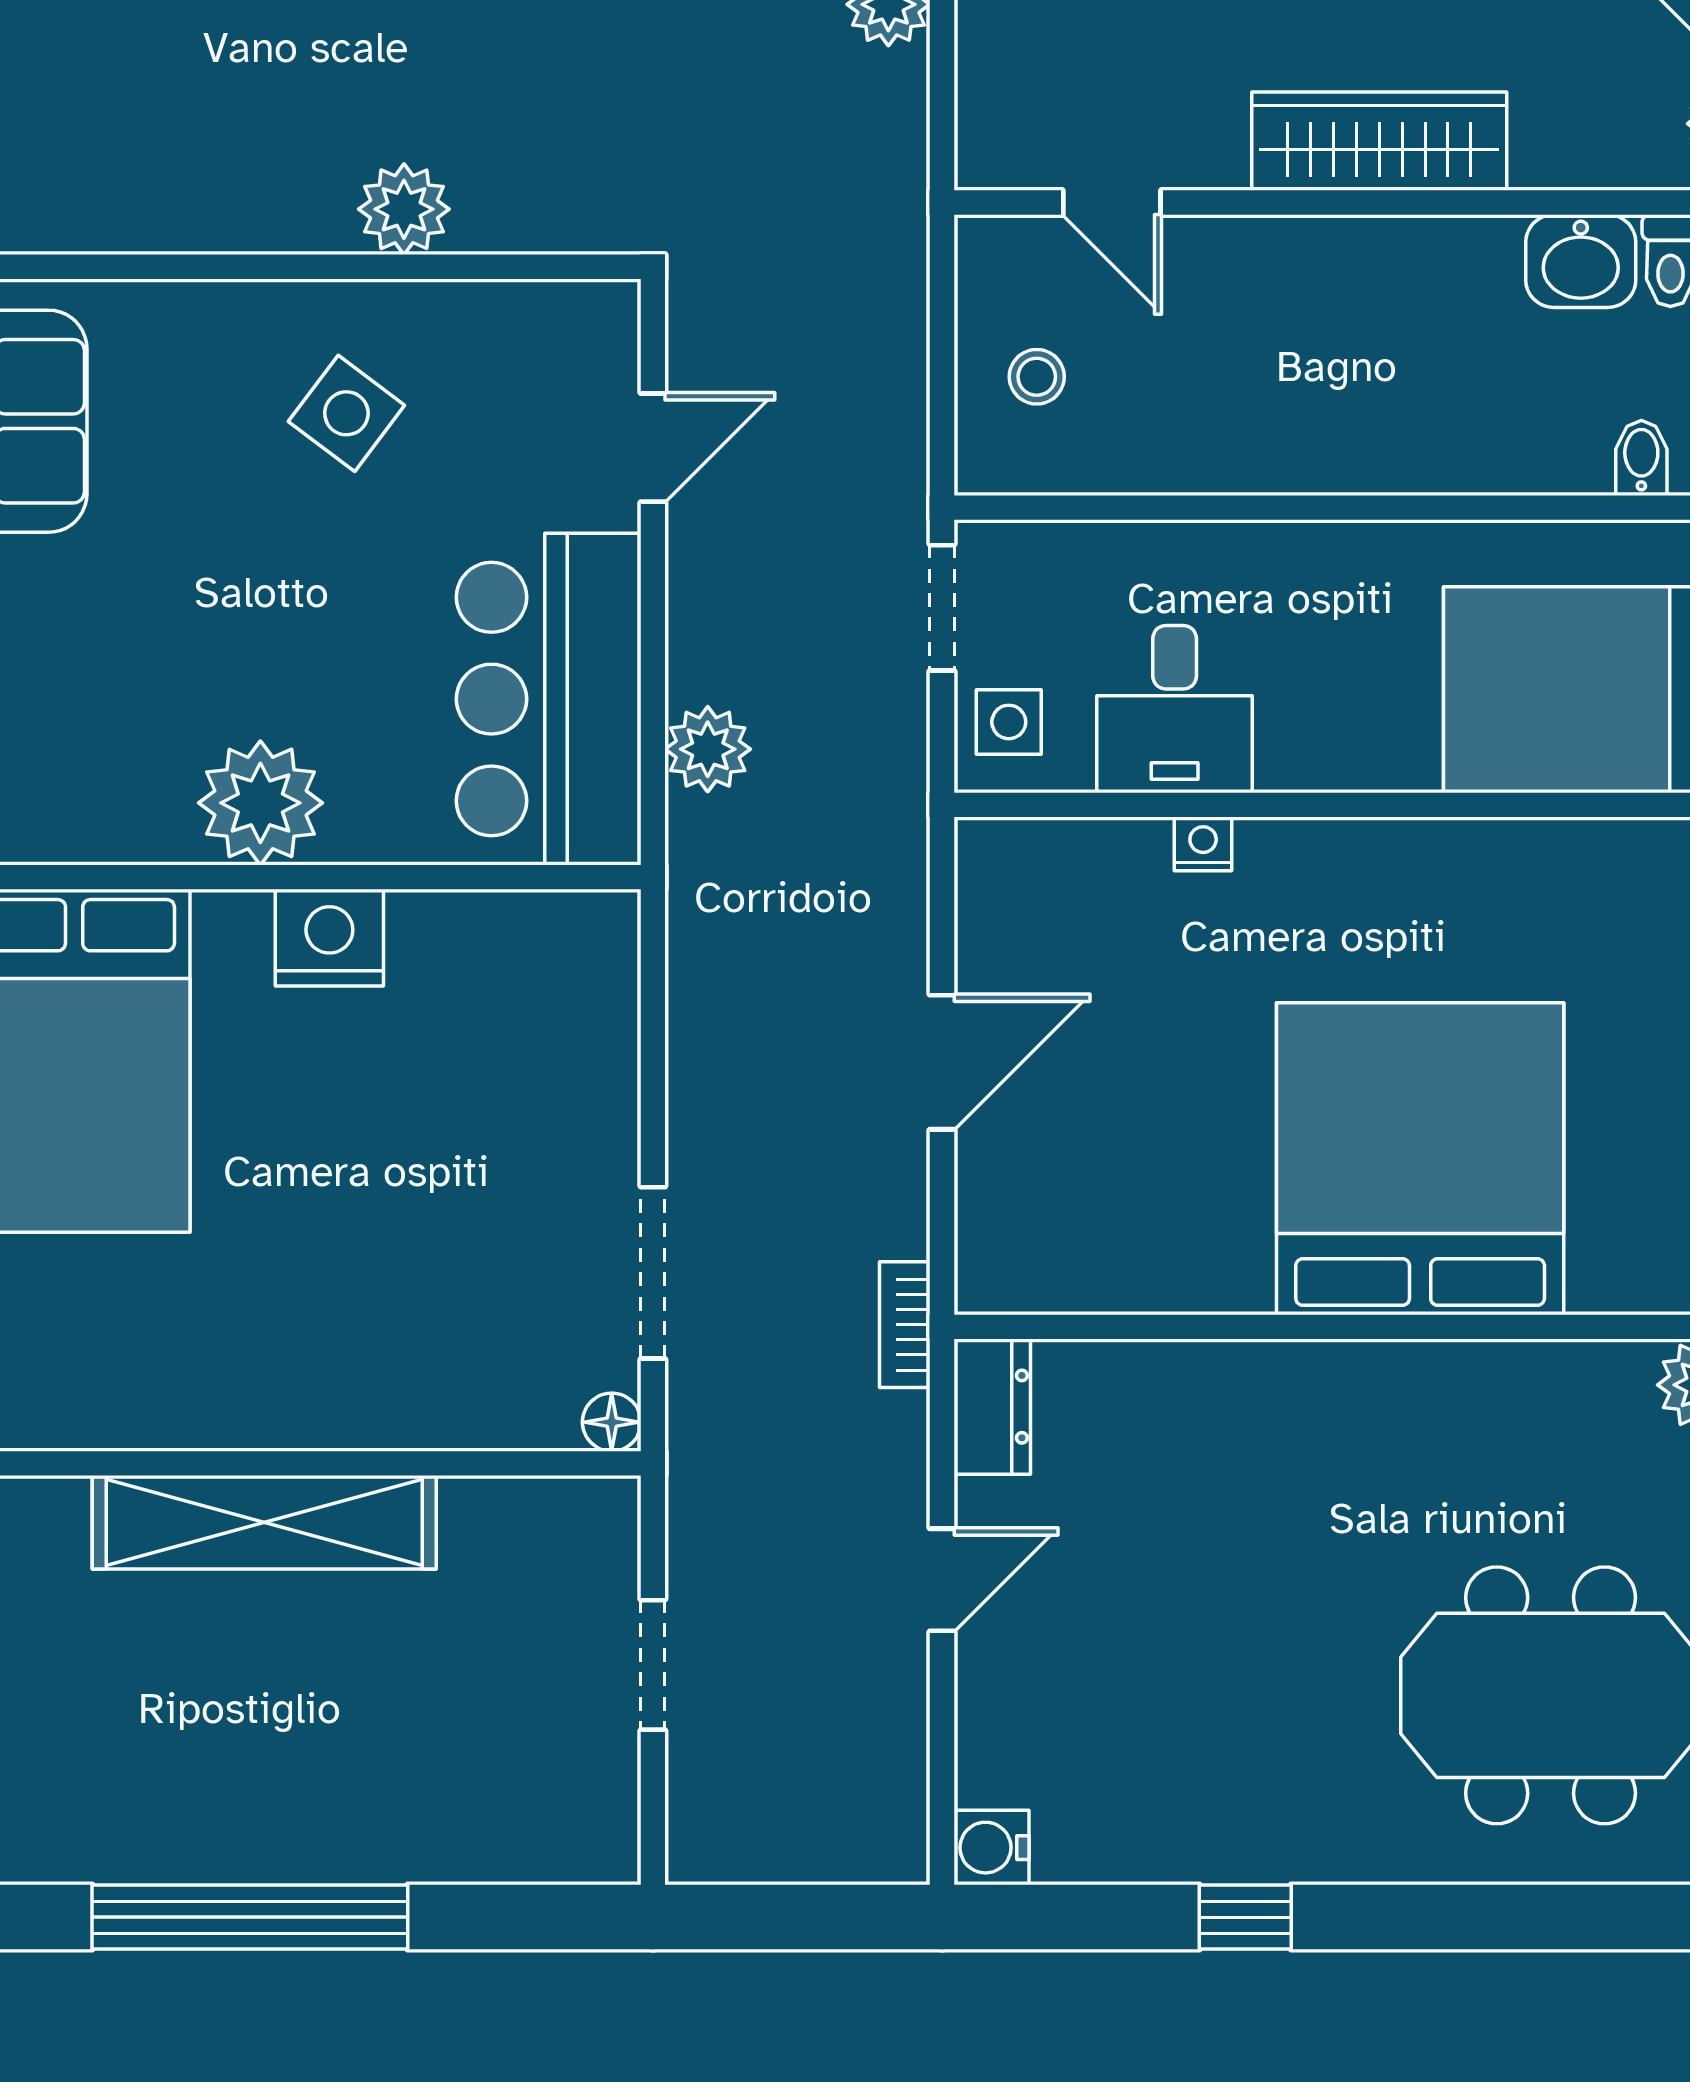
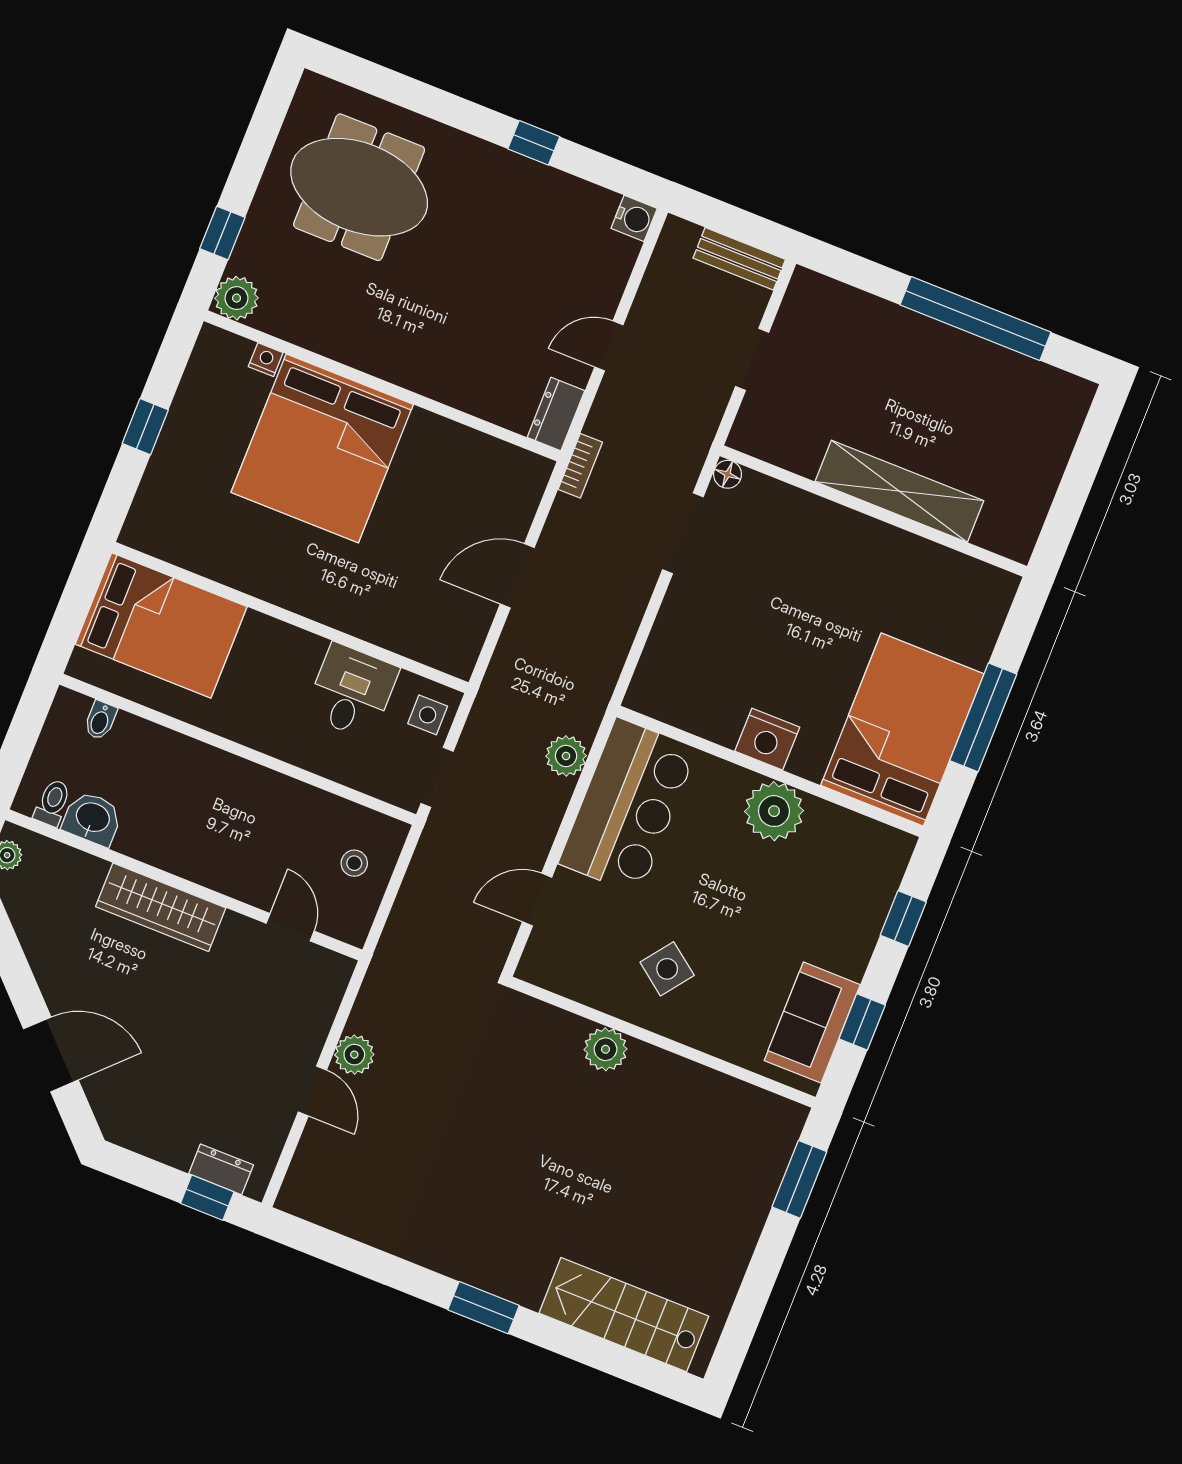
nightstand: (1203, 844) -> (266, 360), moved, turned 180
bench: (756, 1850) -> (739, 259), added

